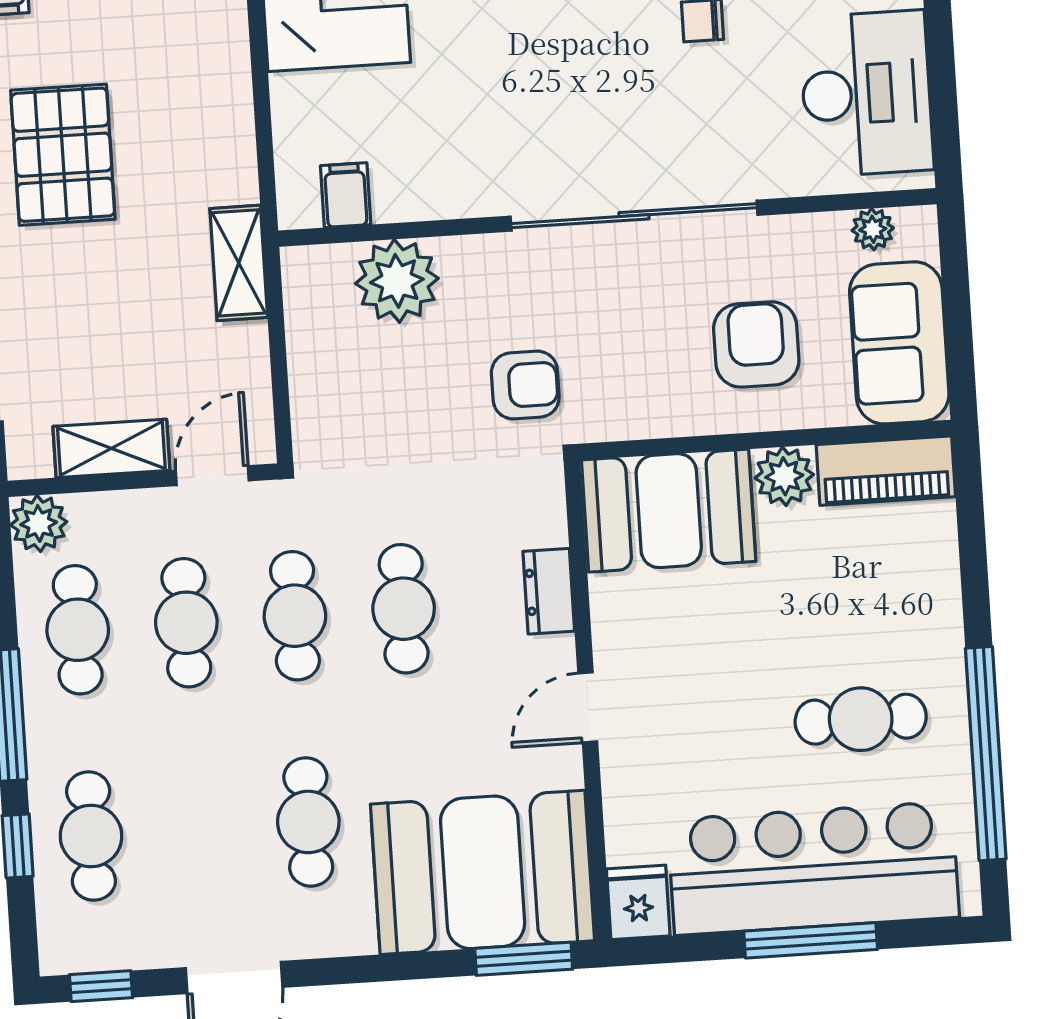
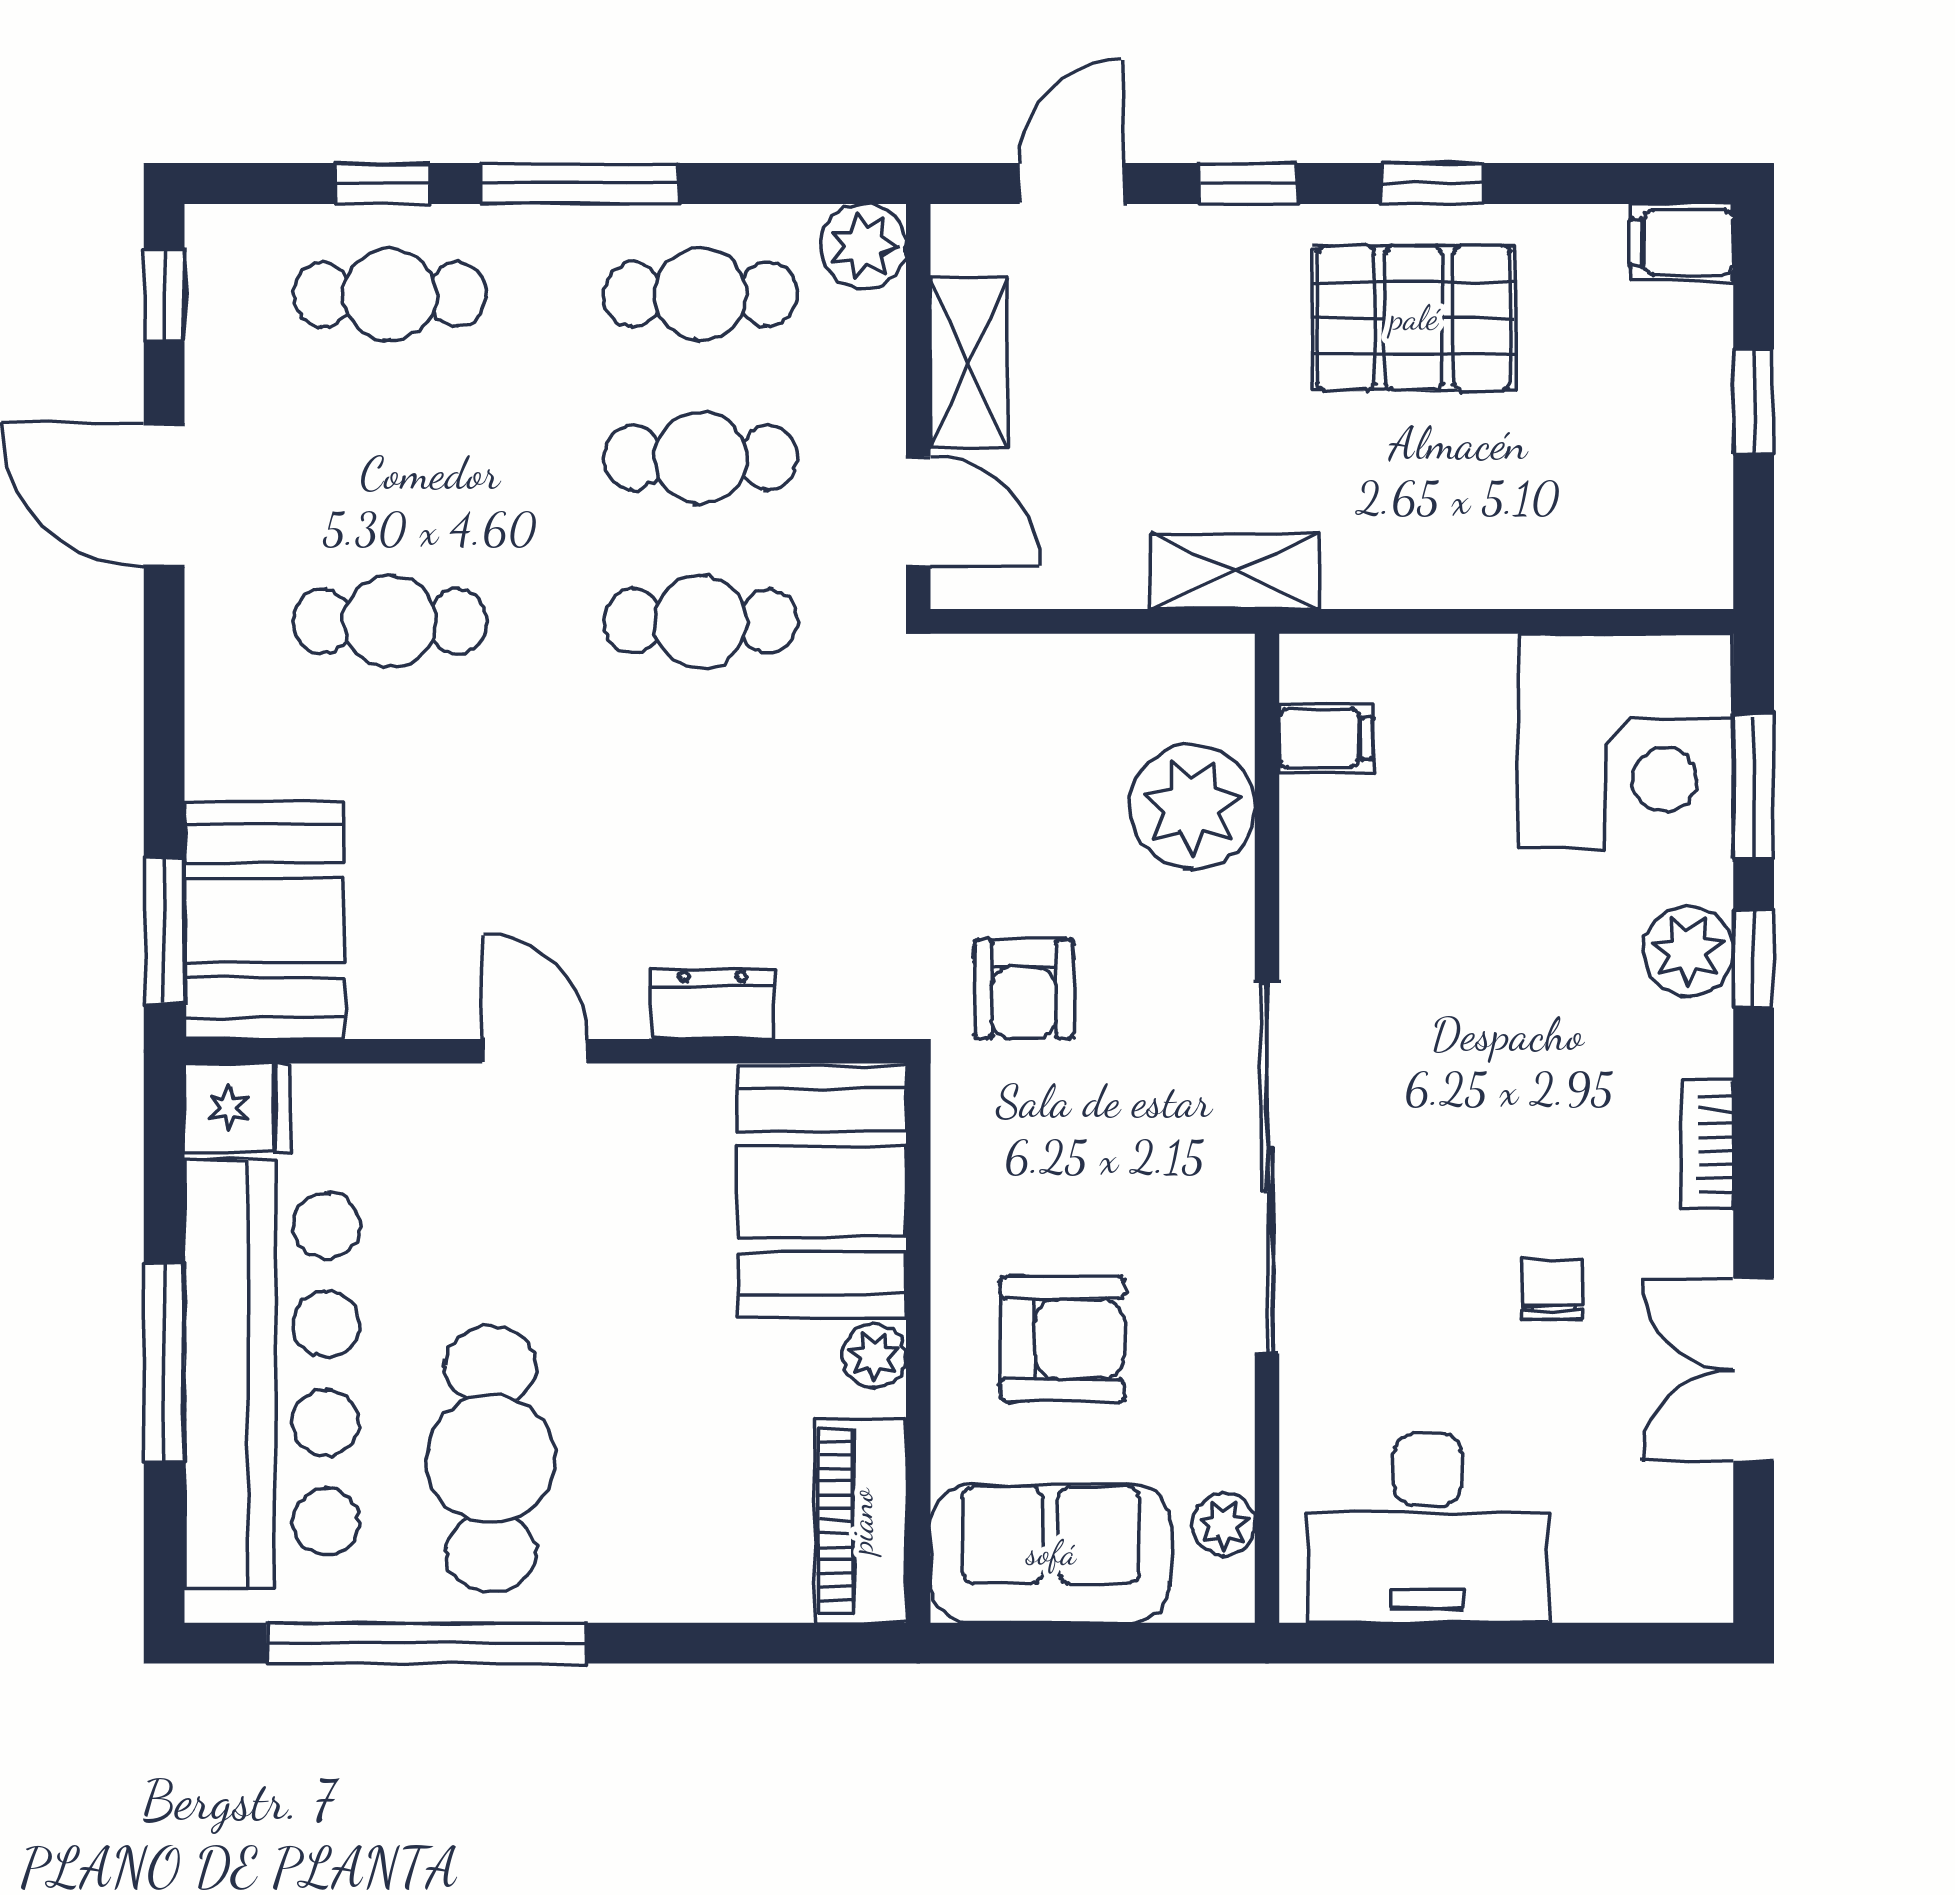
plant: (784, 476) -> (874, 1356), width x0.73, depth x0.73
cafe table: (404, 609) -> (700, 785), removed
cafe table: (861, 719) -> (491, 1459), width x1.37, depth x1.35
booth: (483, 872) -> (264, 920), width x0.73, depth x0.70

